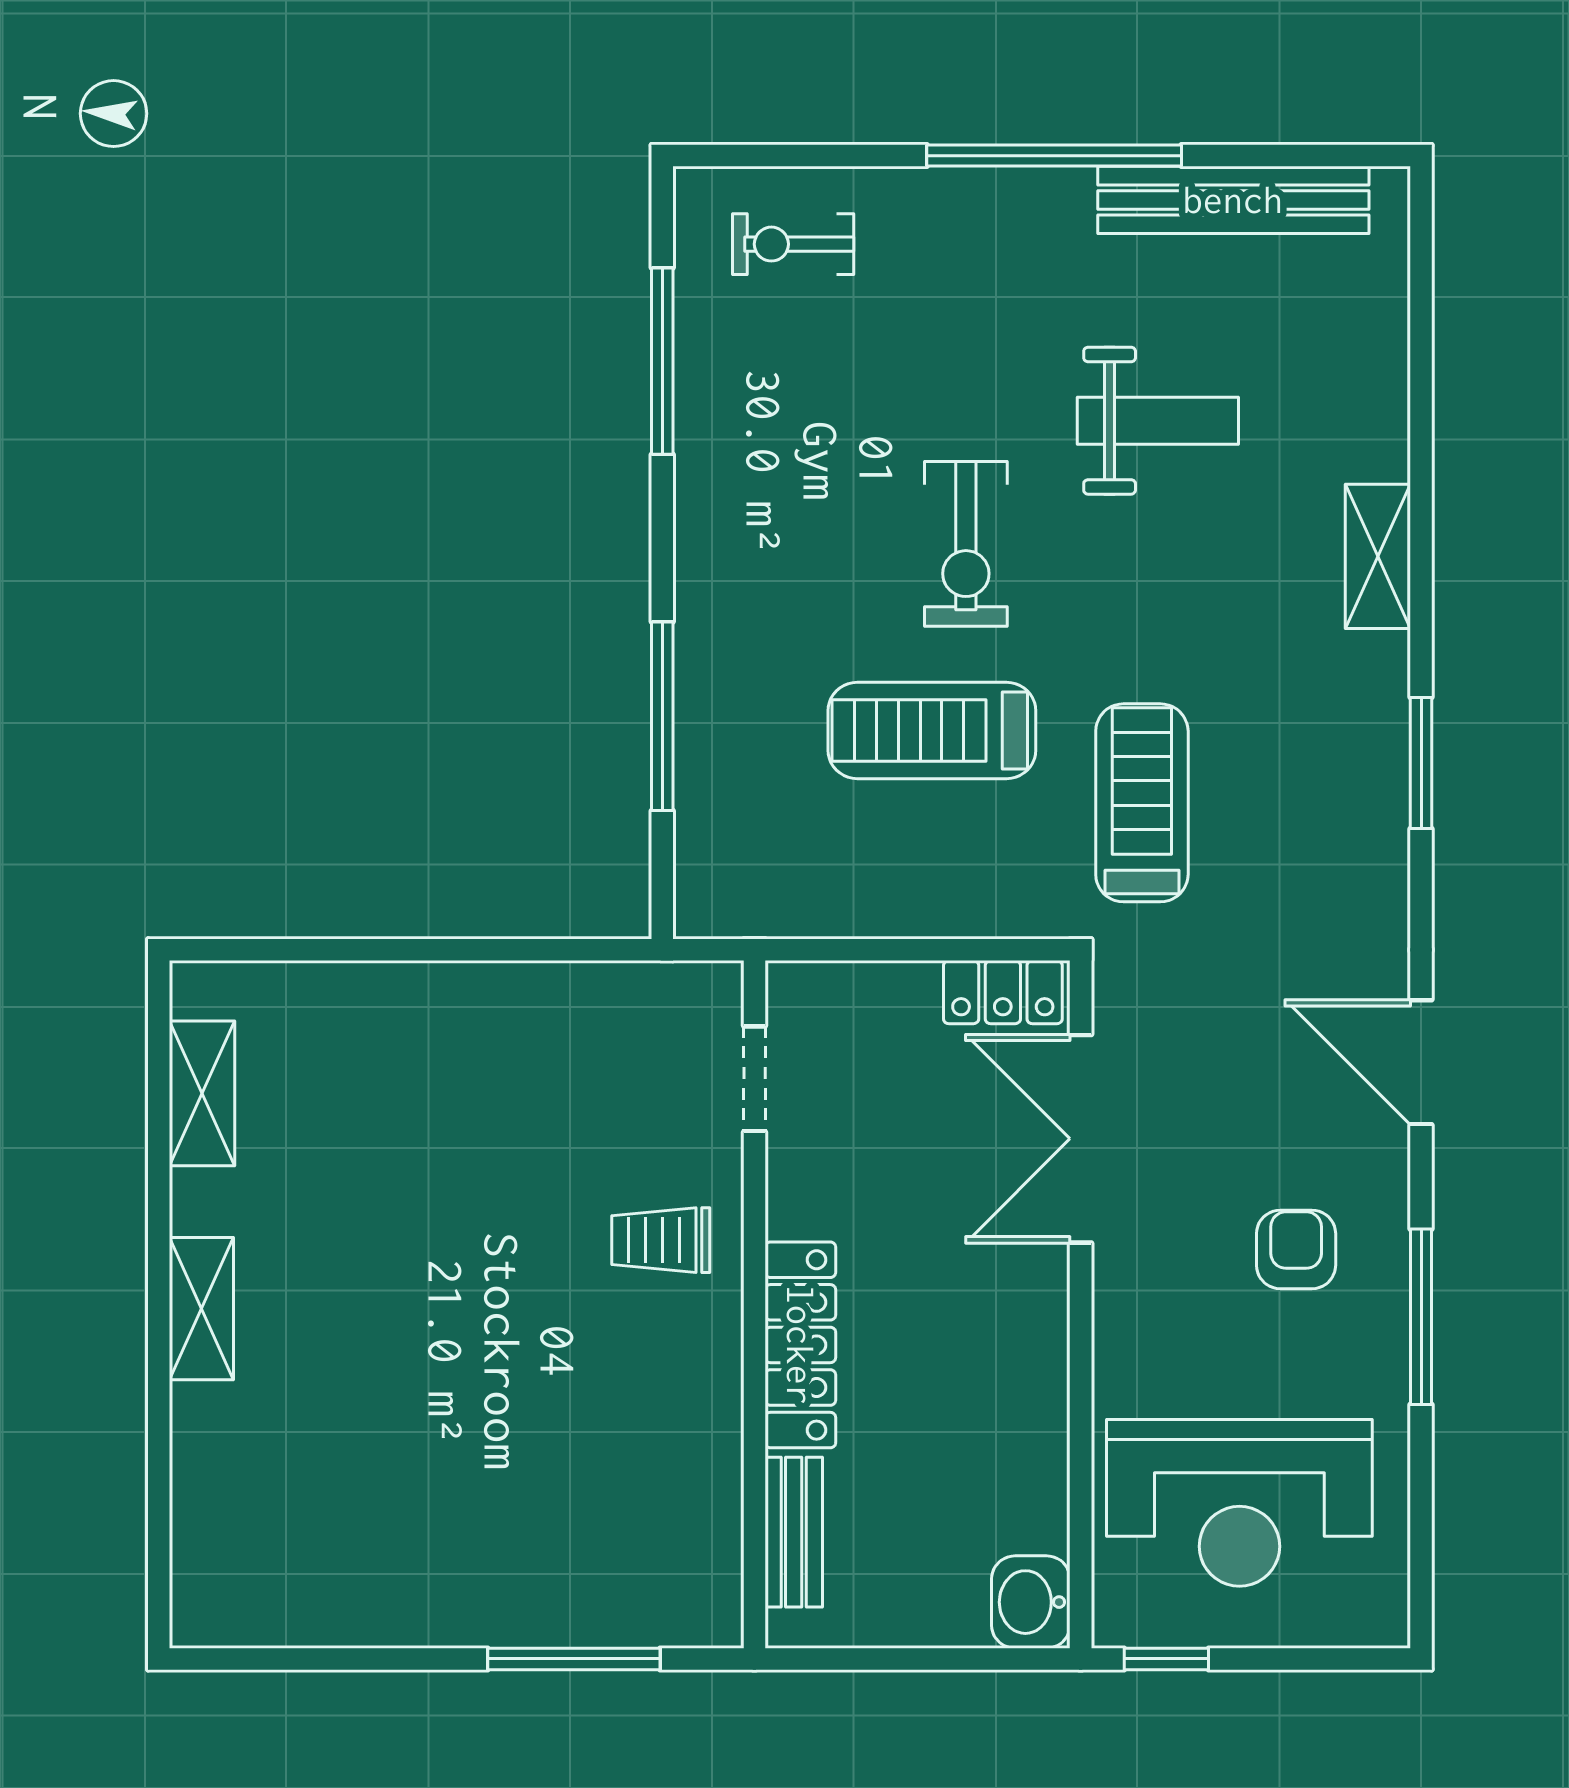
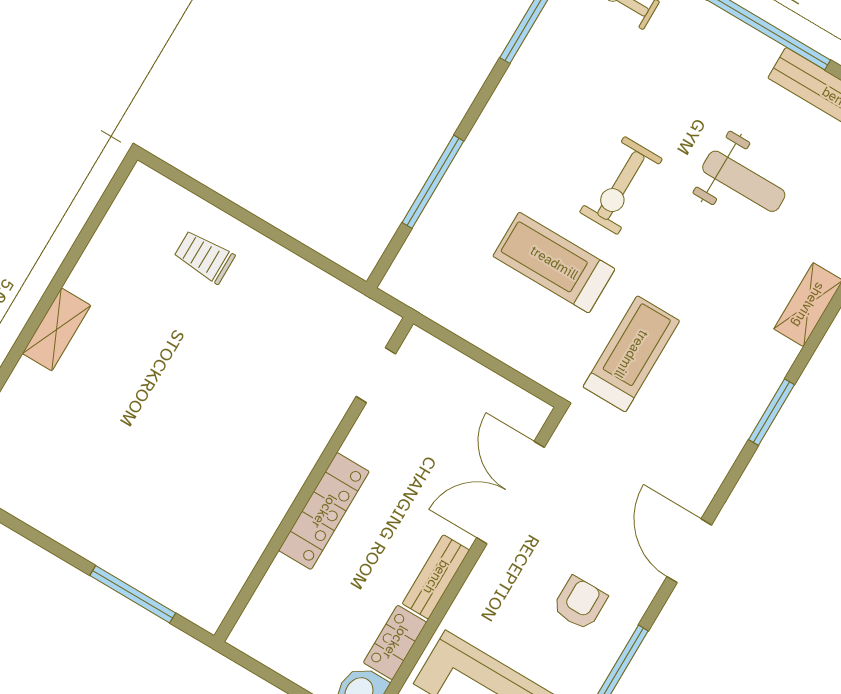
locker: (1003, 992) -> (395, 642), moved, turned 90
shelving: (202, 1093) -> (116, 230), removed
trolley: (661, 1240) -> (204, 257), moved
bench: (794, 1532) -> (436, 577), moved

